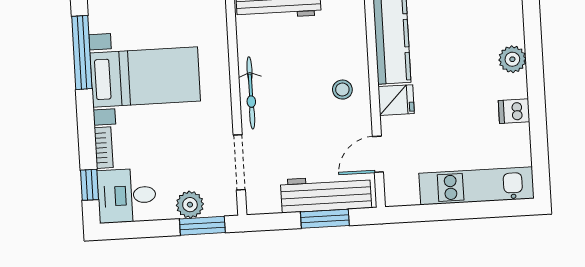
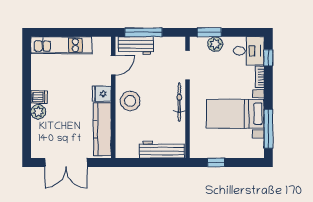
stool: (342, 90) -> (130, 101), width x1.89, depth x1.89
dishwasher: (514, 111) -> (39, 97), moved
workbench: (326, 194) -> (136, 46), width x0.73
window: (325, 219) -> (144, 32), width x1.44

